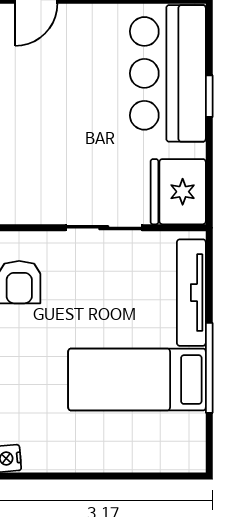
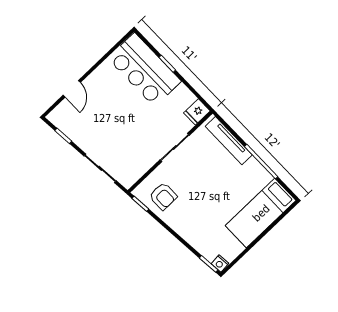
fridge: (178, 192) -> (197, 112), width x0.53, depth x0.75
bed: (137, 380) -> (261, 213), moved

